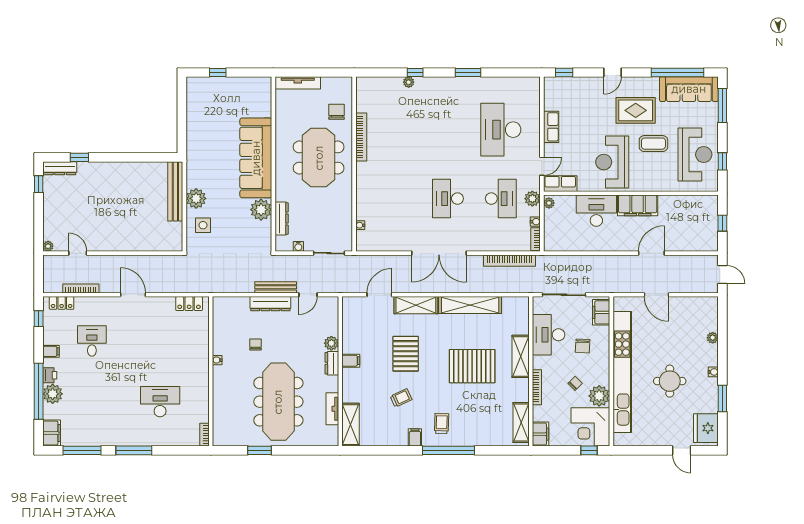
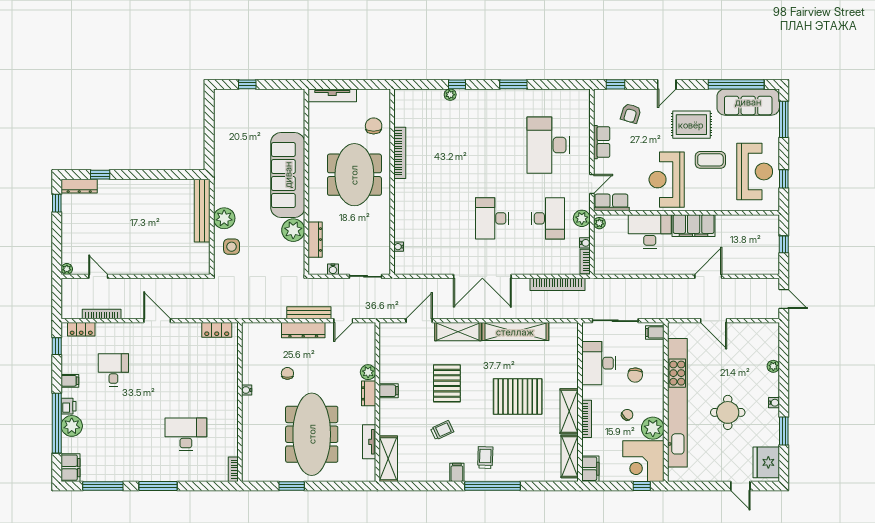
armchair: (578, 100) -> (631, 113), added
filing cabinet: (601, 312) -> (655, 332), width x0.50
shelving: (521, 356) -> (569, 411), moved

